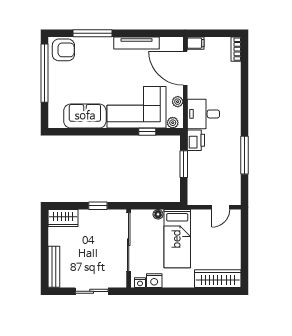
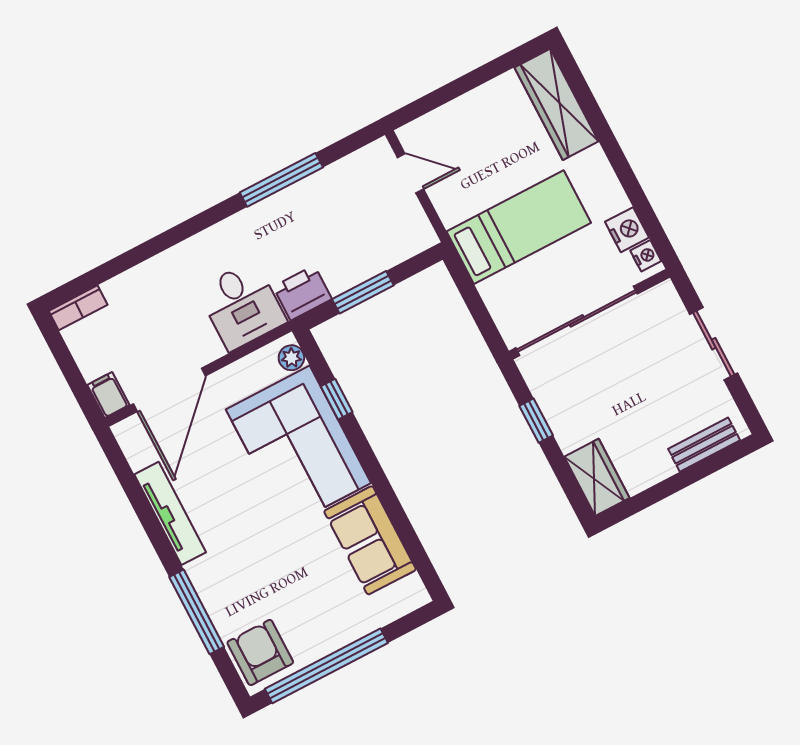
plant: (178, 102) -> (244, 370), removed
floor lamp: (158, 214) -> (490, 291), removed
bench: (54, 267) -> (704, 445), width x0.73

